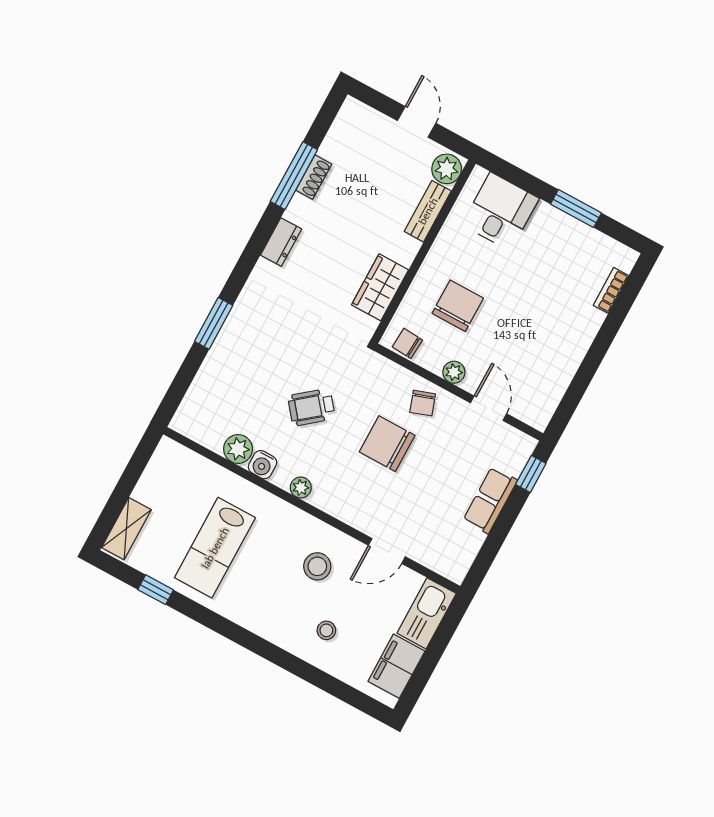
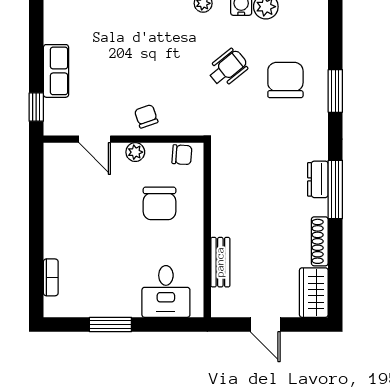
plant: (447, 169) -> (224, 302), removed
window: (294, 176) -> (335, 189), moved
shoe rack: (314, 177) -> (320, 241), width x1.43
wardrobe: (380, 287) -> (314, 293), moved, turned 180
chair: (387, 444) -> (285, 80), moved, turned -90

